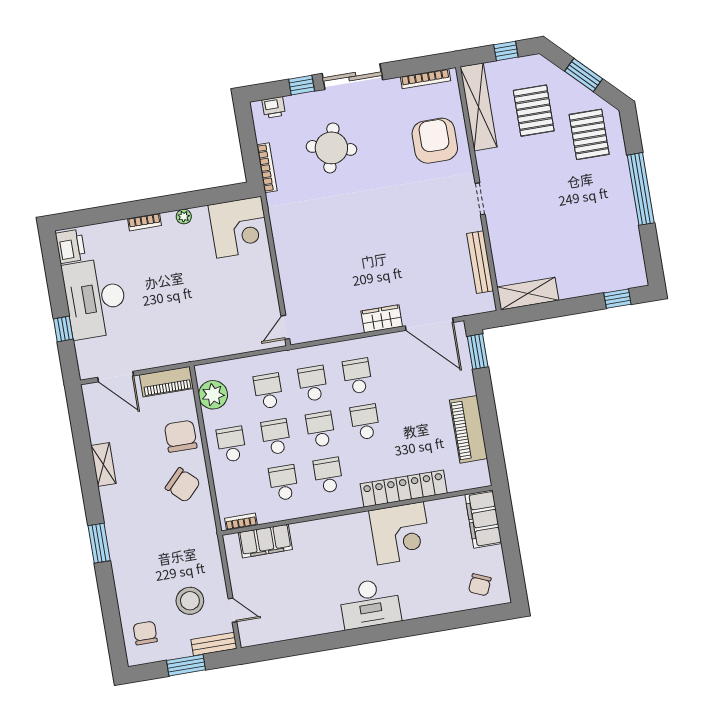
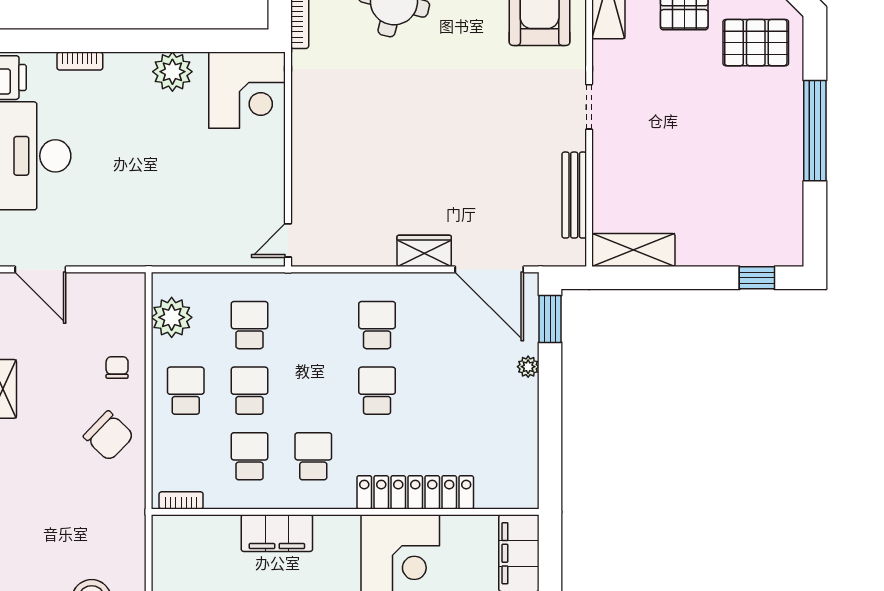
pallet: (589, 134) -> (756, 43), turned 90
plant: (184, 217) -> (172, 72), width x1.88, depth x1.88
bookcase: (144, 222) -> (80, 61), moved
piano: (166, 382) -> (110, 288), removed
school desk: (313, 384) -> (313, 325), removed
plant: (468, 388) -> (528, 367), added
school desk: (321, 429) -> (313, 391), removed
piano: (469, 429) -> (519, 425), removed
chair: (181, 436) -> (117, 368), width x0.54, depth x0.54
filing cabinet: (265, 541) -> (277, 533), moved

